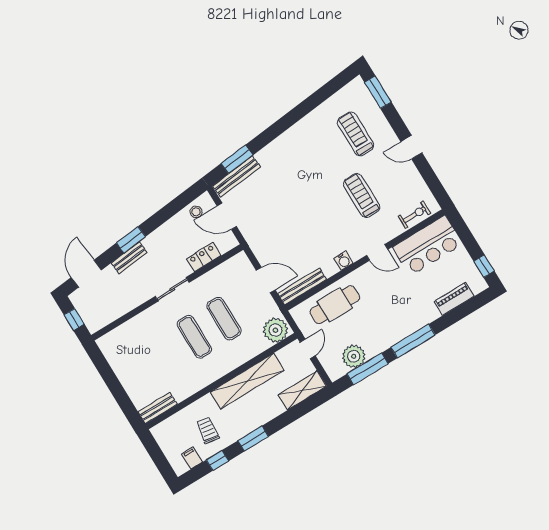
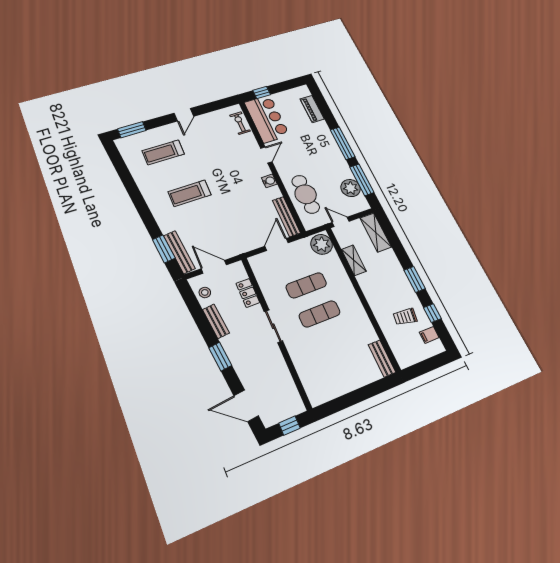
treadmill: (362, 196) -> (190, 193), moved
door: (227, 216) -> (214, 267), swing flipped
bench: (129, 258) -> (216, 321), moved
window: (484, 266) -> (262, 92), moved
shelving: (247, 381) -> (354, 260), width x0.45, depth x0.75

